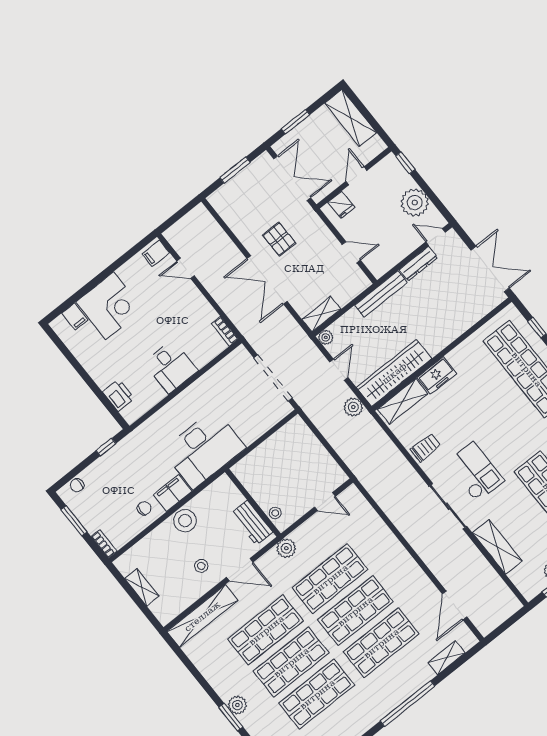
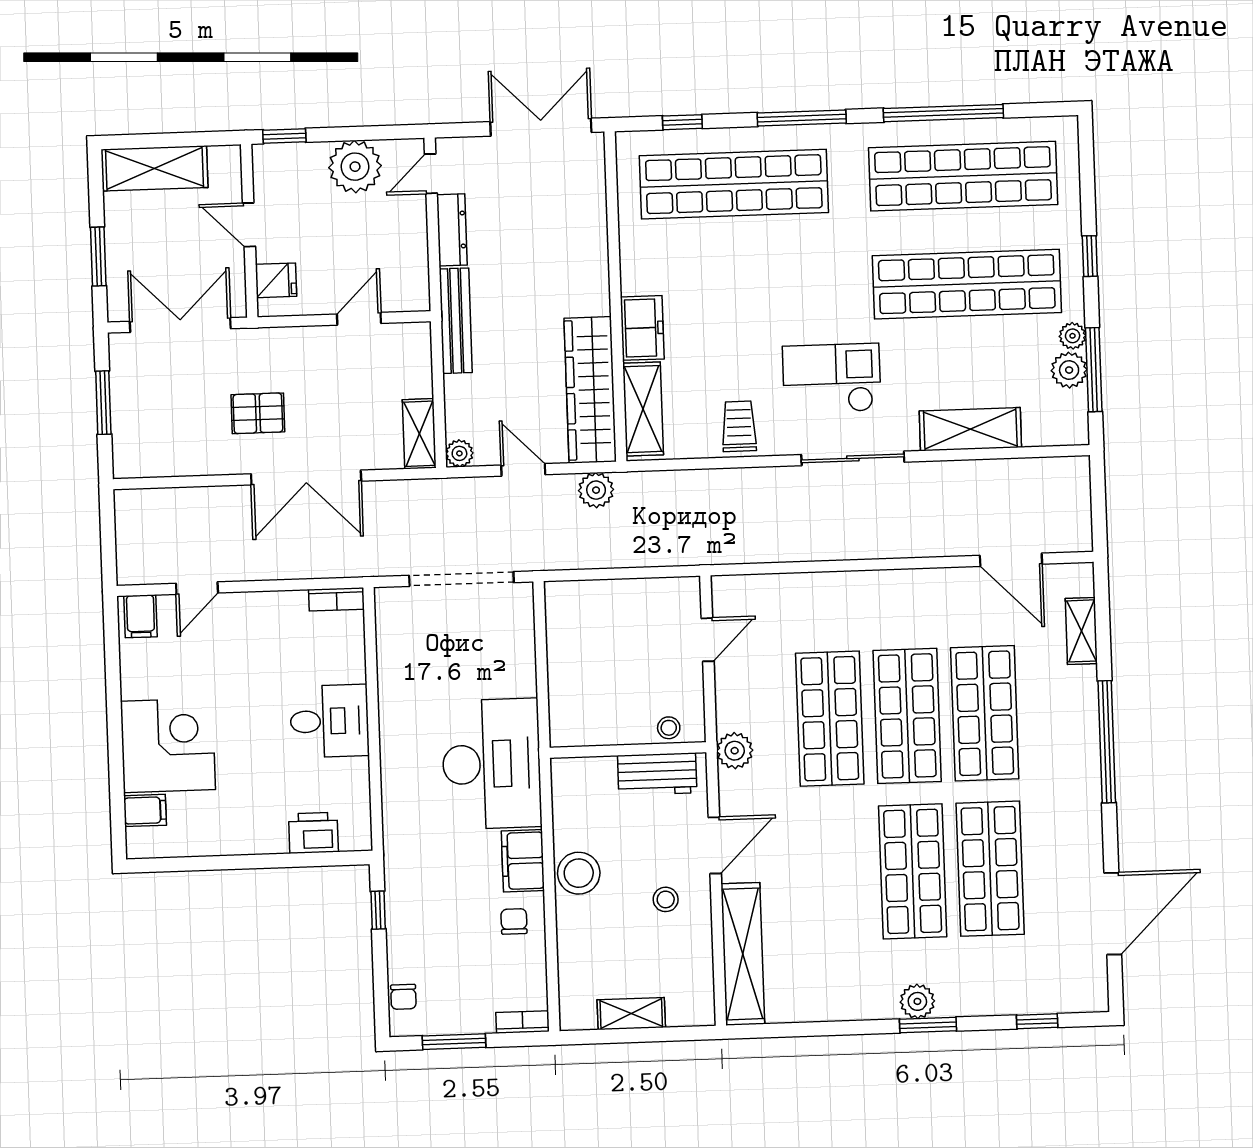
shop shelf: (266, 630) -> (835, 874), removed

